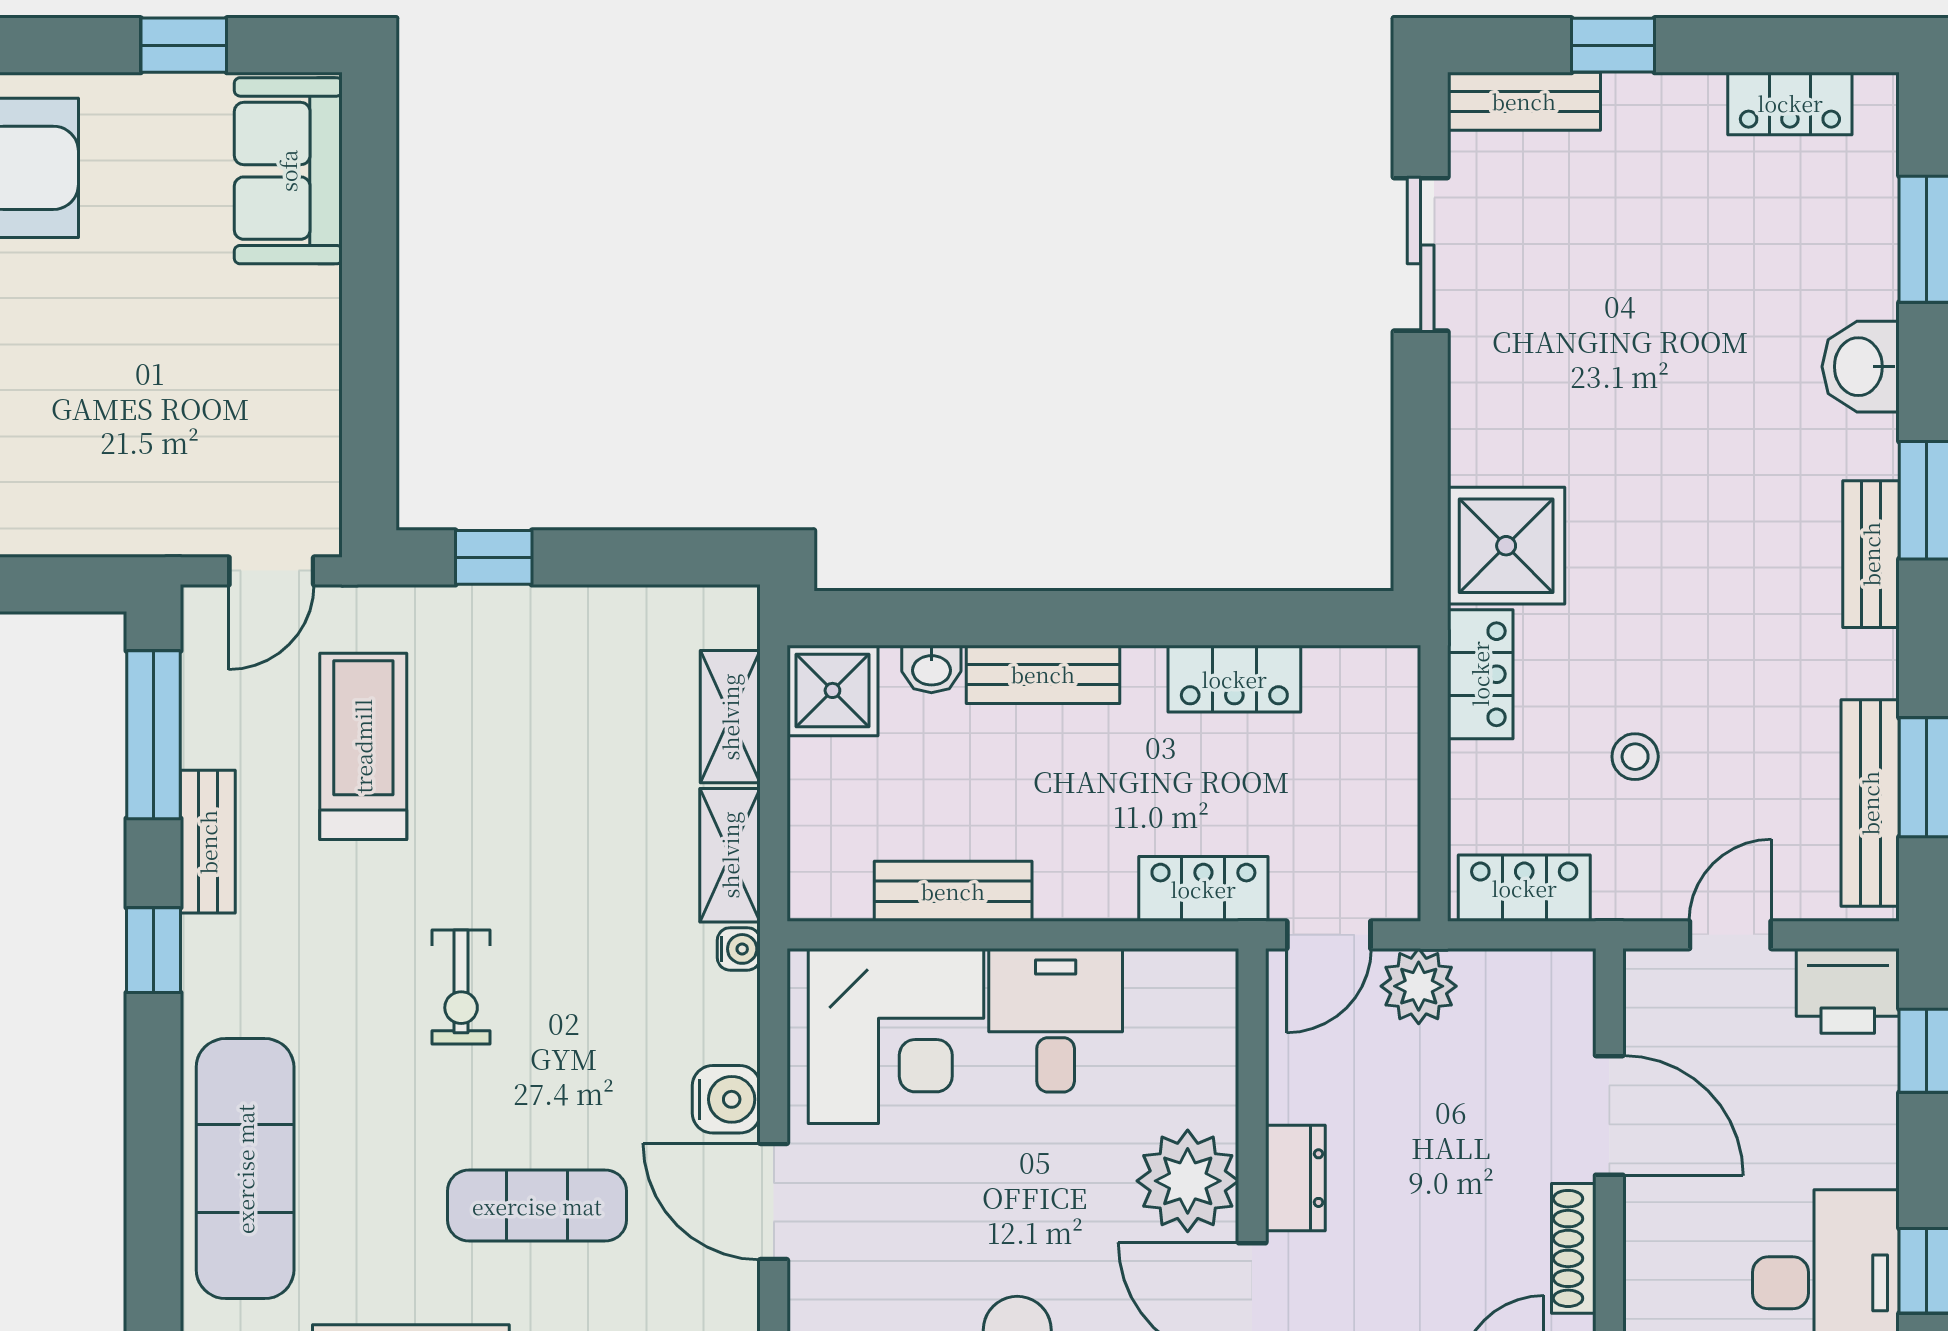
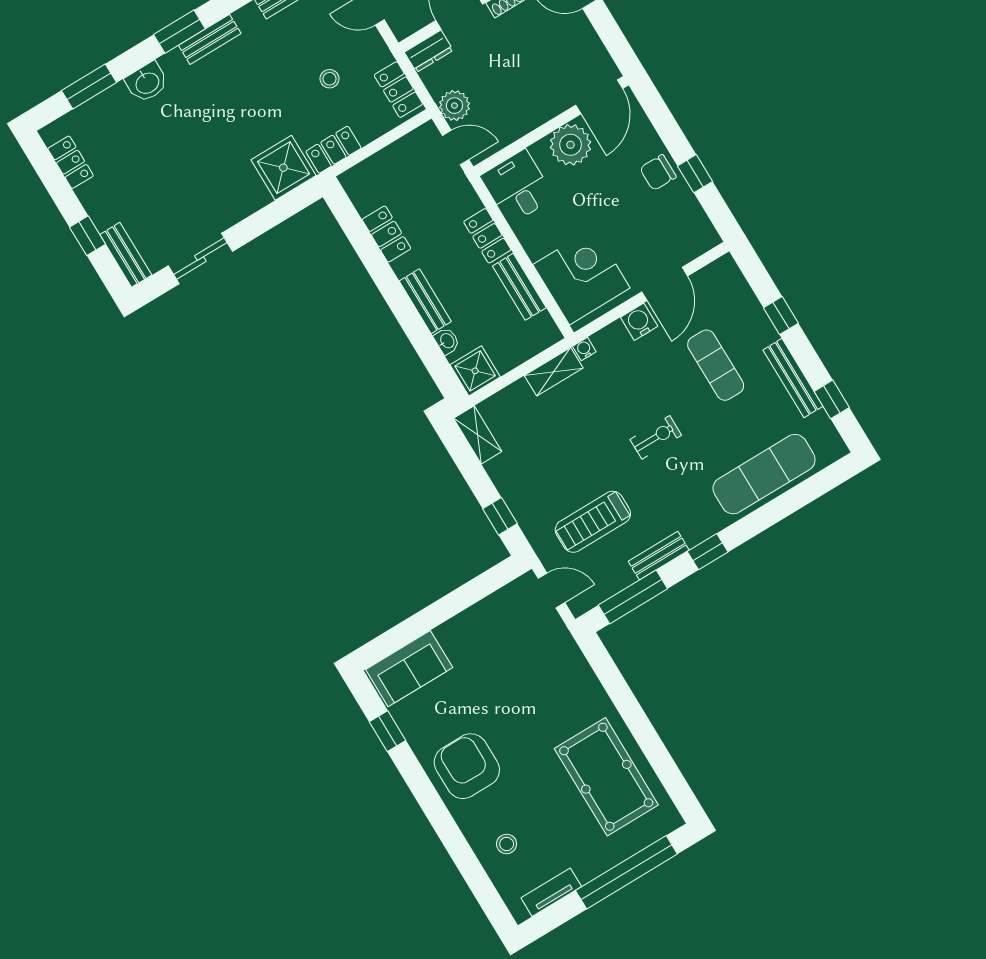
shelving: (730, 717) -> (478, 435), moved, turned 90
locker: (1203, 889) -> (487, 236), moved
desk: (1056, 1020) -> (517, 187), moved, turned 90
dresser: (1295, 1178) -> (429, 51), moved, turned 180

